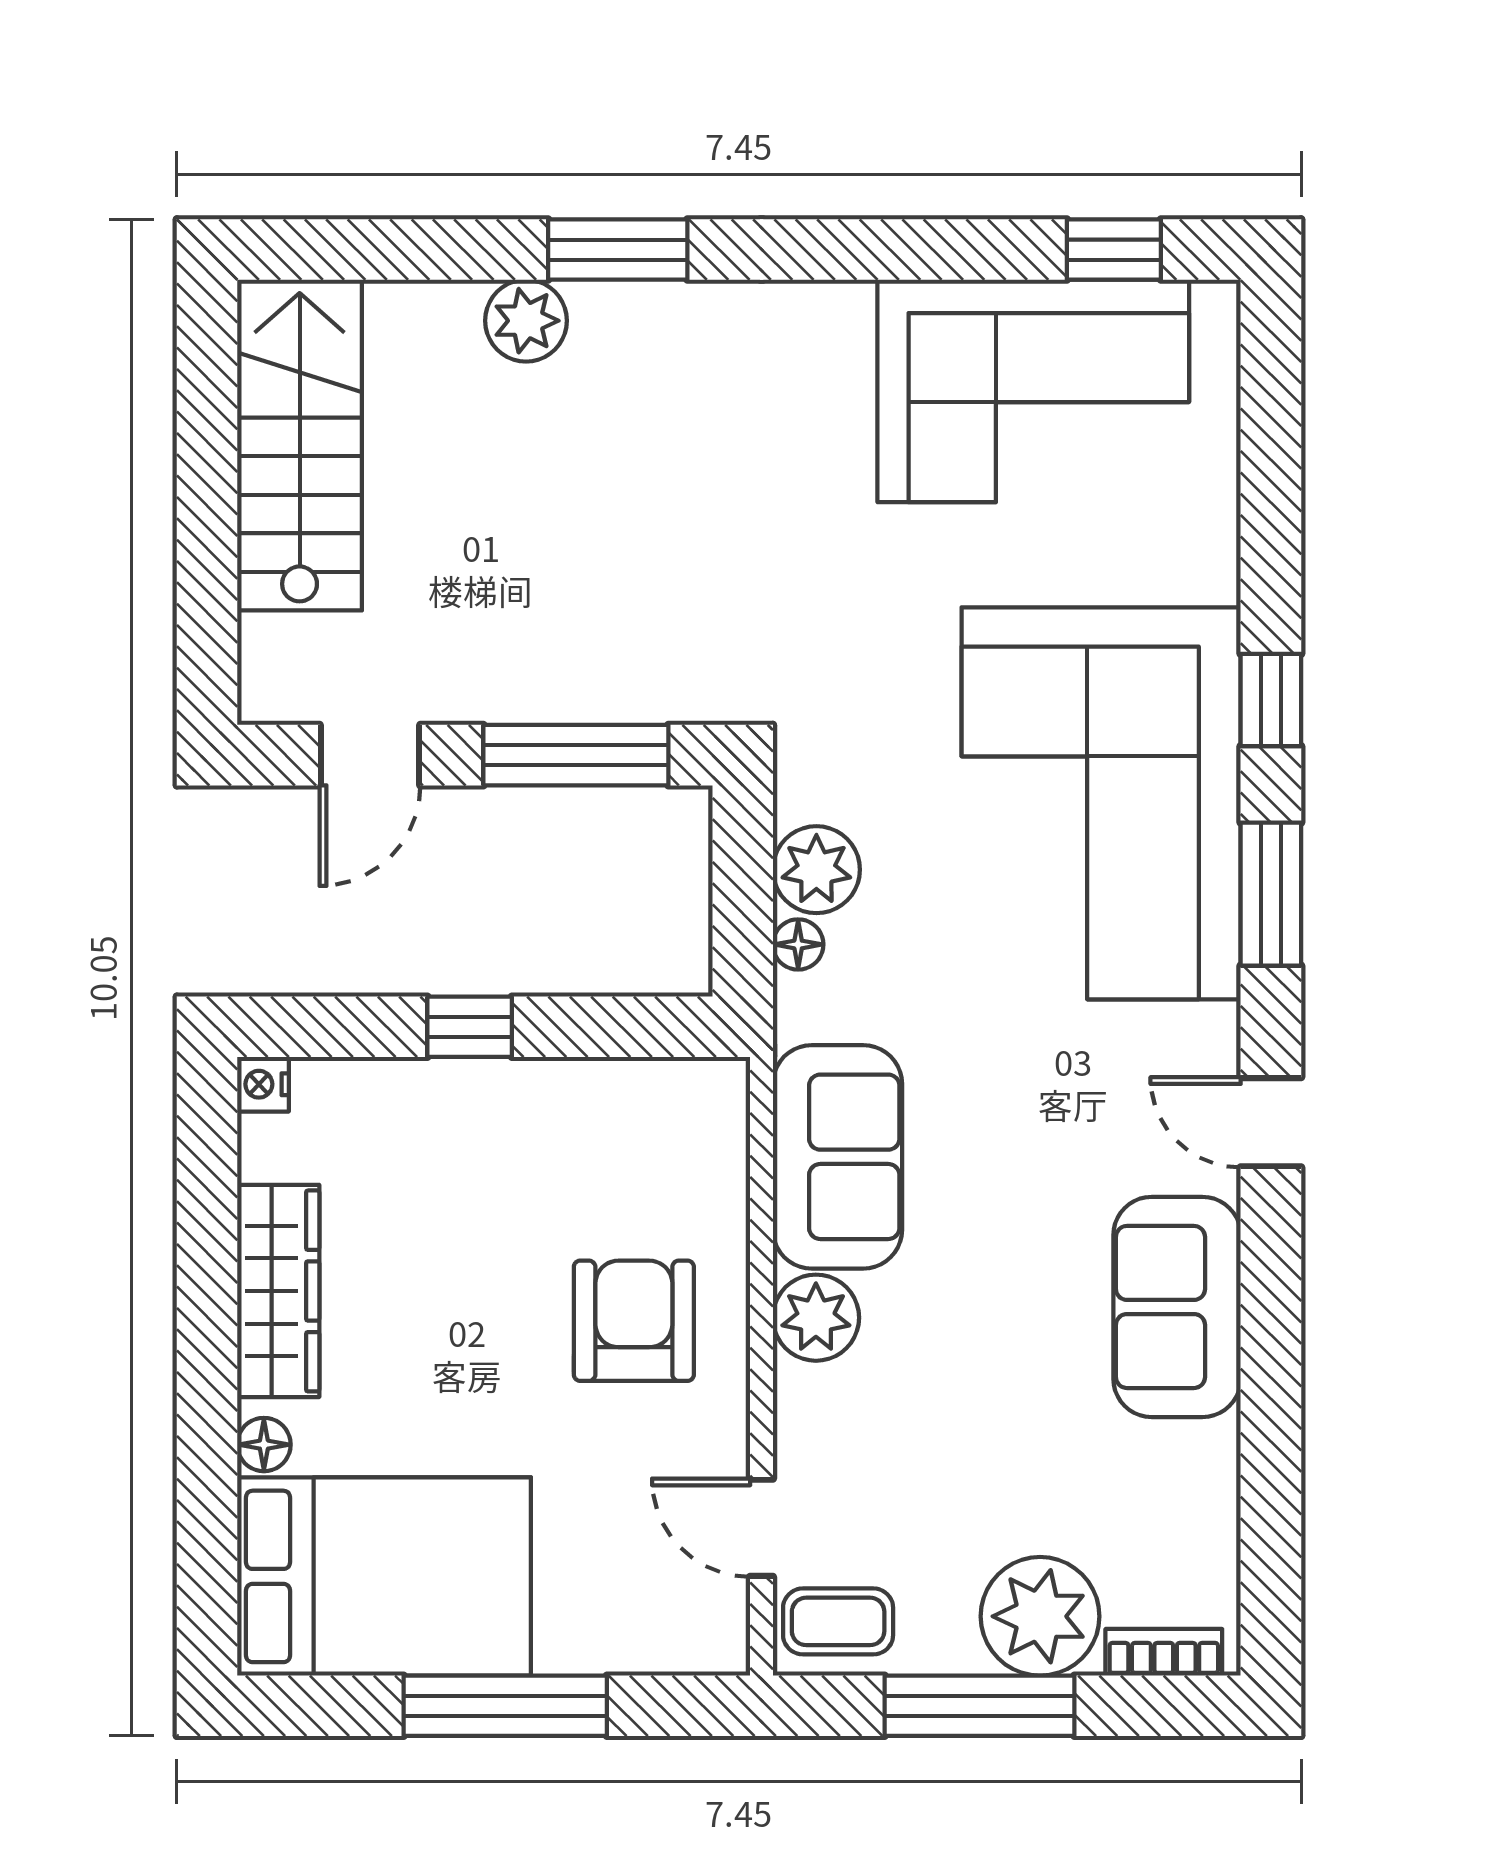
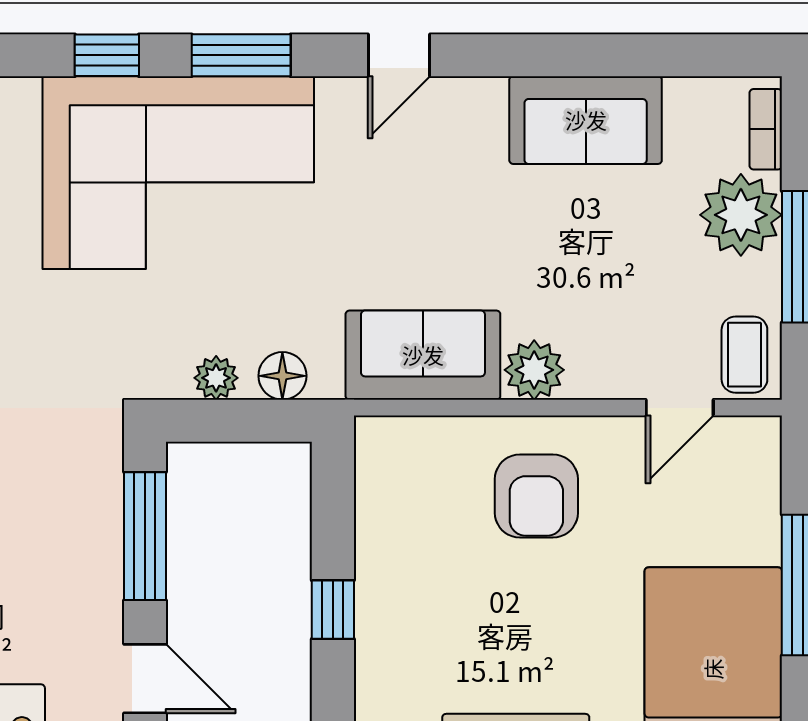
plant: (816, 870) -> (216, 378), width x0.73, depth x0.73
floor lamp: (798, 944) -> (282, 376), width x1.37, depth x1.37
sofa: (1177, 1307) -> (586, 120), moved
armchair: (634, 1321) -> (536, 496), turned -90

